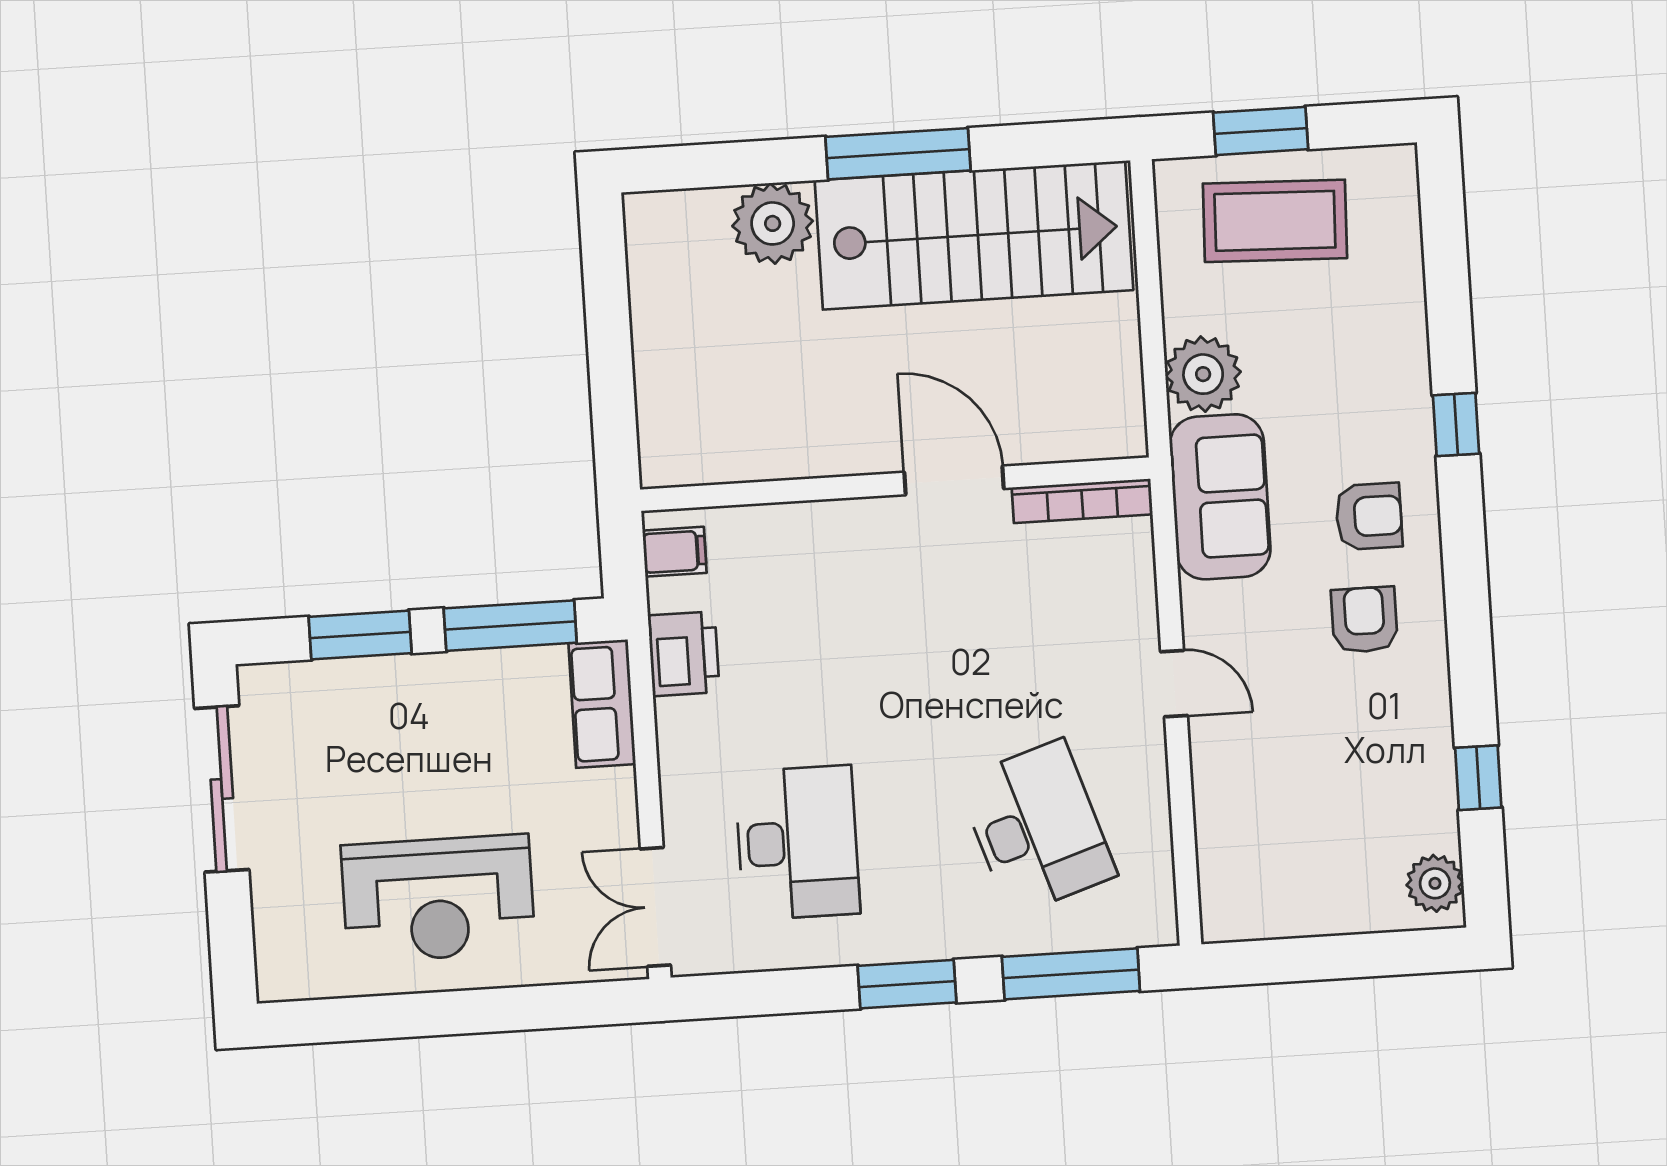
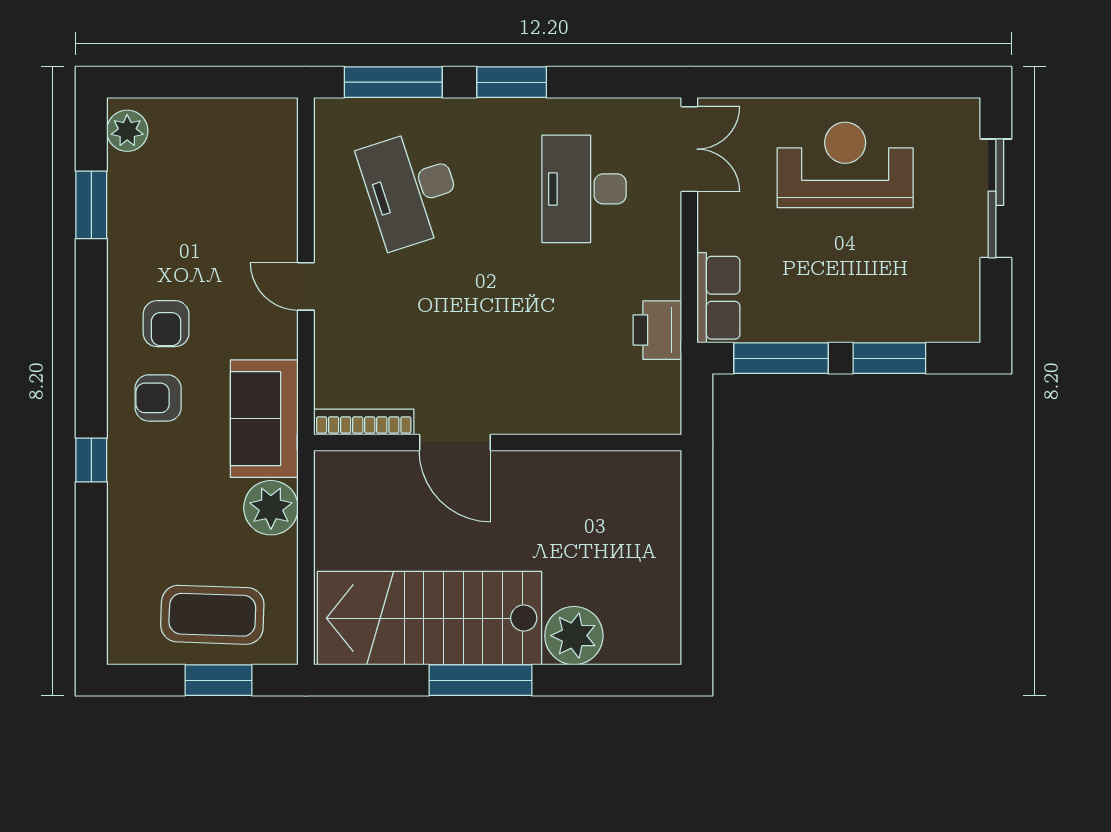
filing cabinet: (675, 552) -> (659, 404), removed
window: (1478, 778) -> (91, 205), width x1.50
sliding door: (222, 789) -> (996, 198), moved

